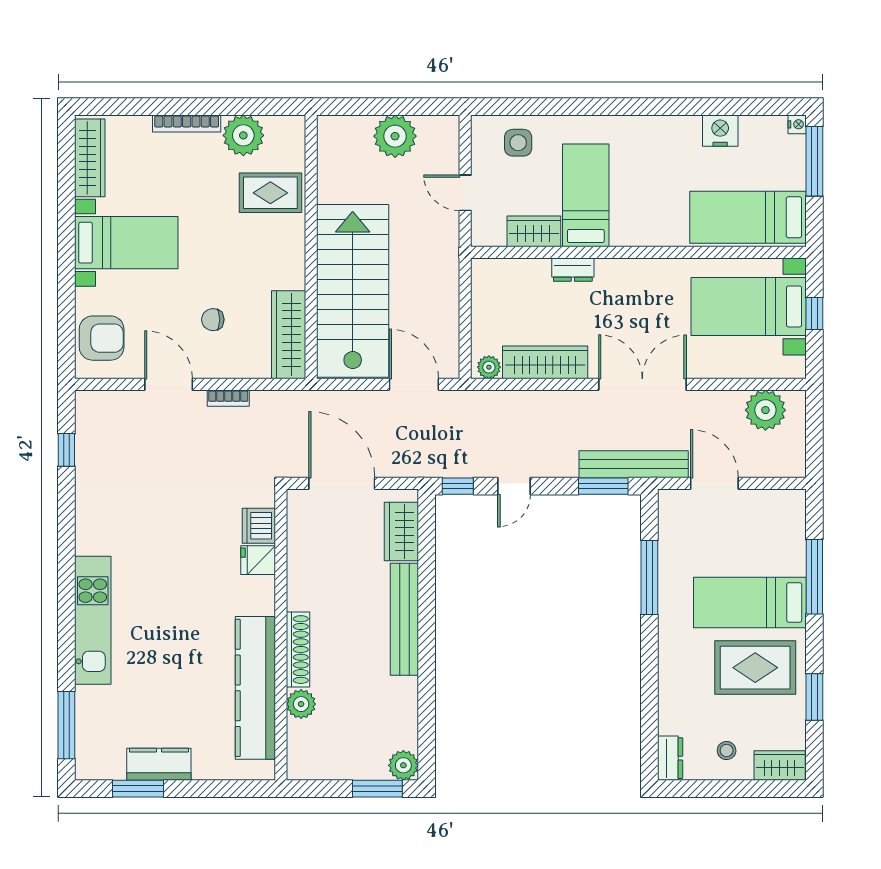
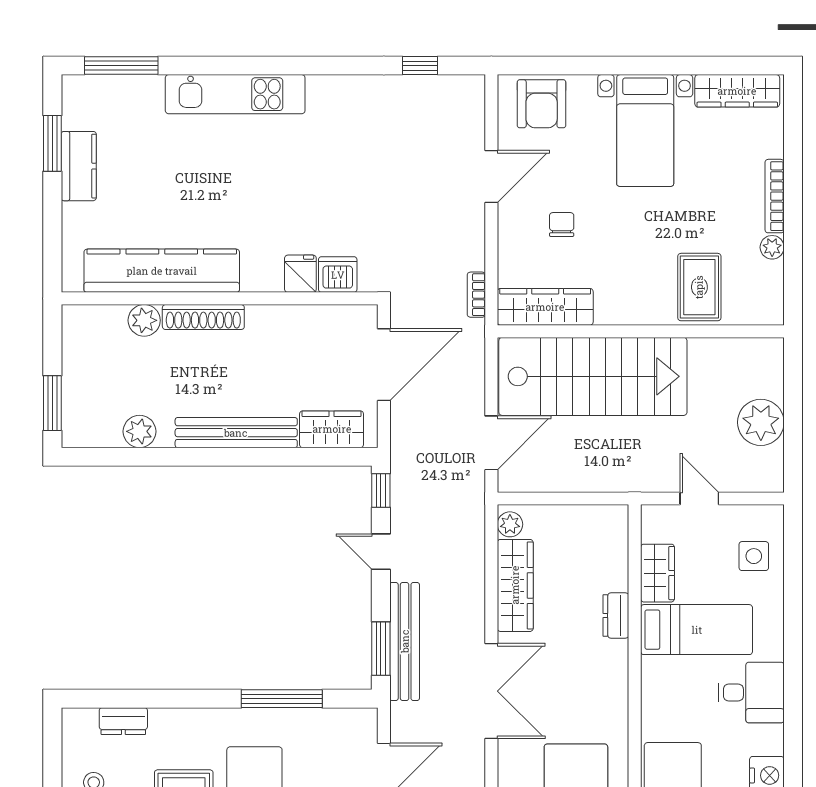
plant: (243, 135) -> (772, 247), width x0.53, depth x0.53
desk: (644, 145) -> (751, 693), added
door: (465, 193) -> (699, 499), hinge flipped
bookcase: (228, 398) -> (476, 295), moved
bench: (634, 464) -> (405, 641), moved
dresser: (670, 758) -> (123, 721), moved
plant: (403, 765) -> (140, 431), moved

